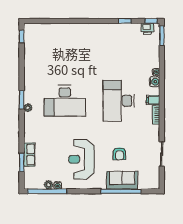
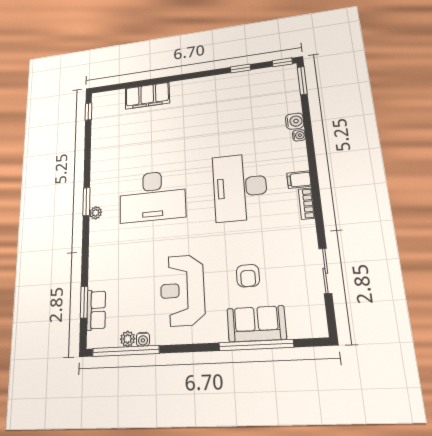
printer: (147, 29) -> (278, 74), removed
filing cabinet: (62, 31) -> (147, 96), added
water cooler: (154, 82) -> (295, 121), moved
row of seats: (29, 155) -> (96, 310), moved

